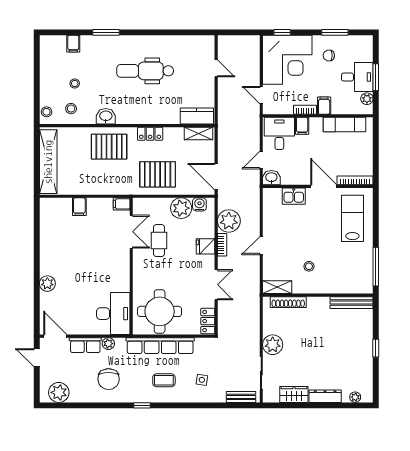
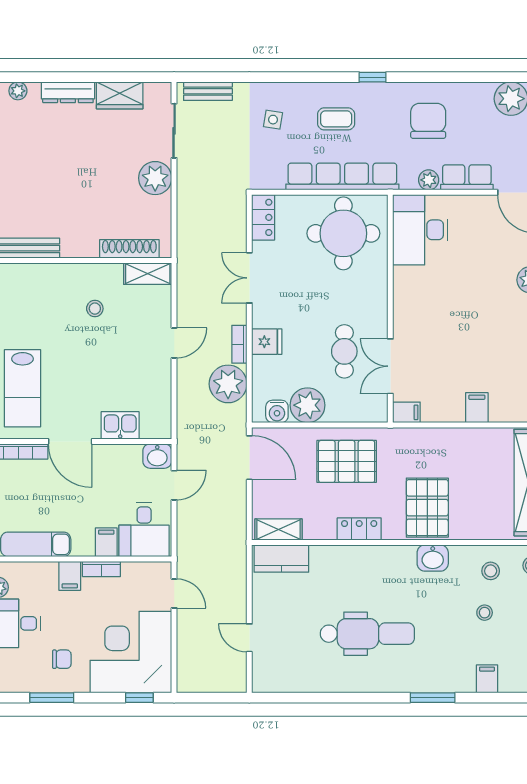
pallet: (109, 147) -> (427, 508), turned 90

